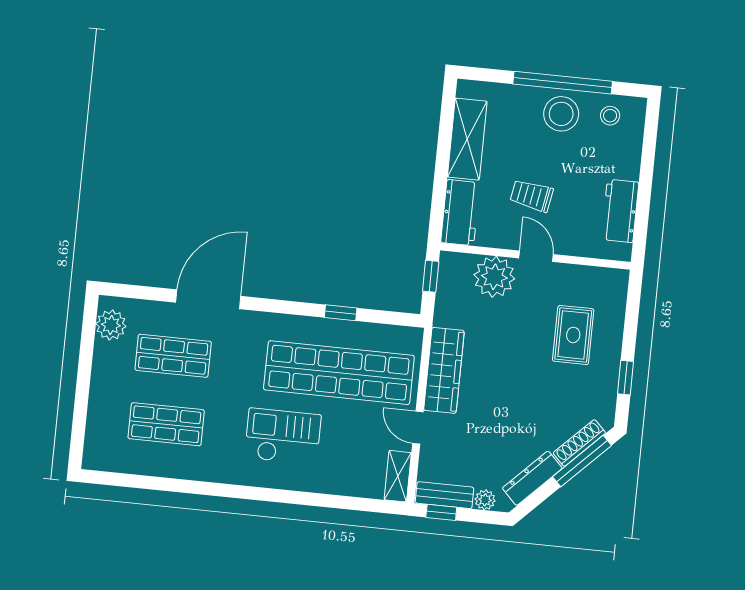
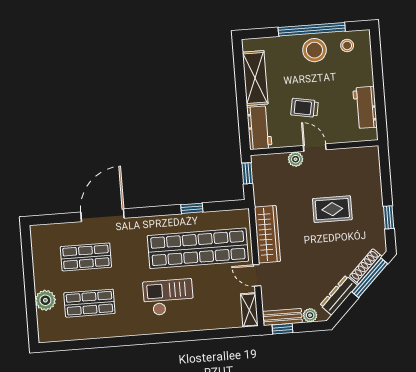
plant: (494, 277) -> (296, 159), width x0.53, depth x0.53
plant: (111, 325) -> (45, 300), moved
rug: (573, 335) -> (332, 209), moved, turned 90

